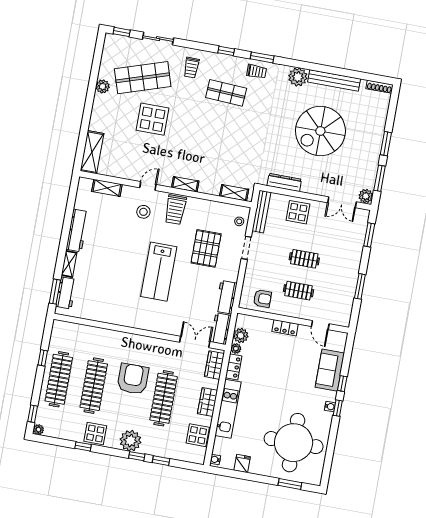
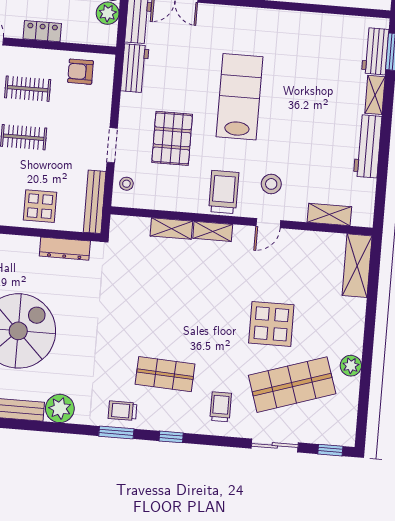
shelving: (234, 193) -> (171, 229), moved

